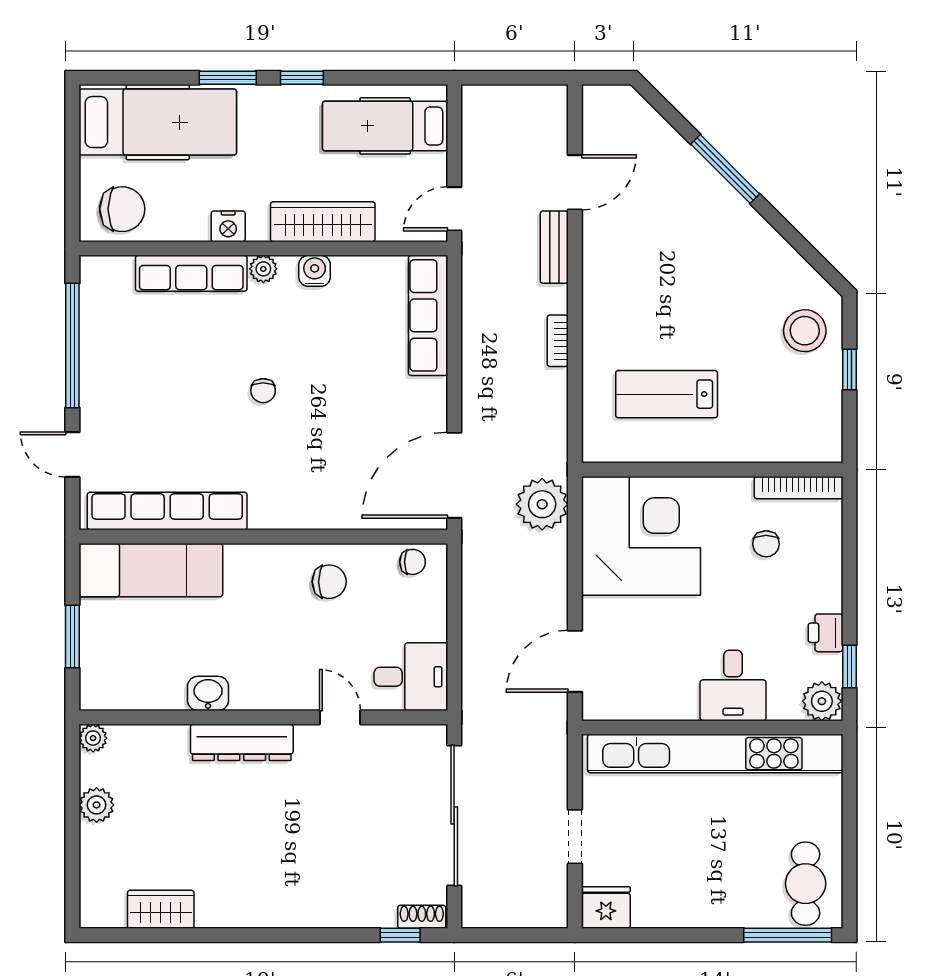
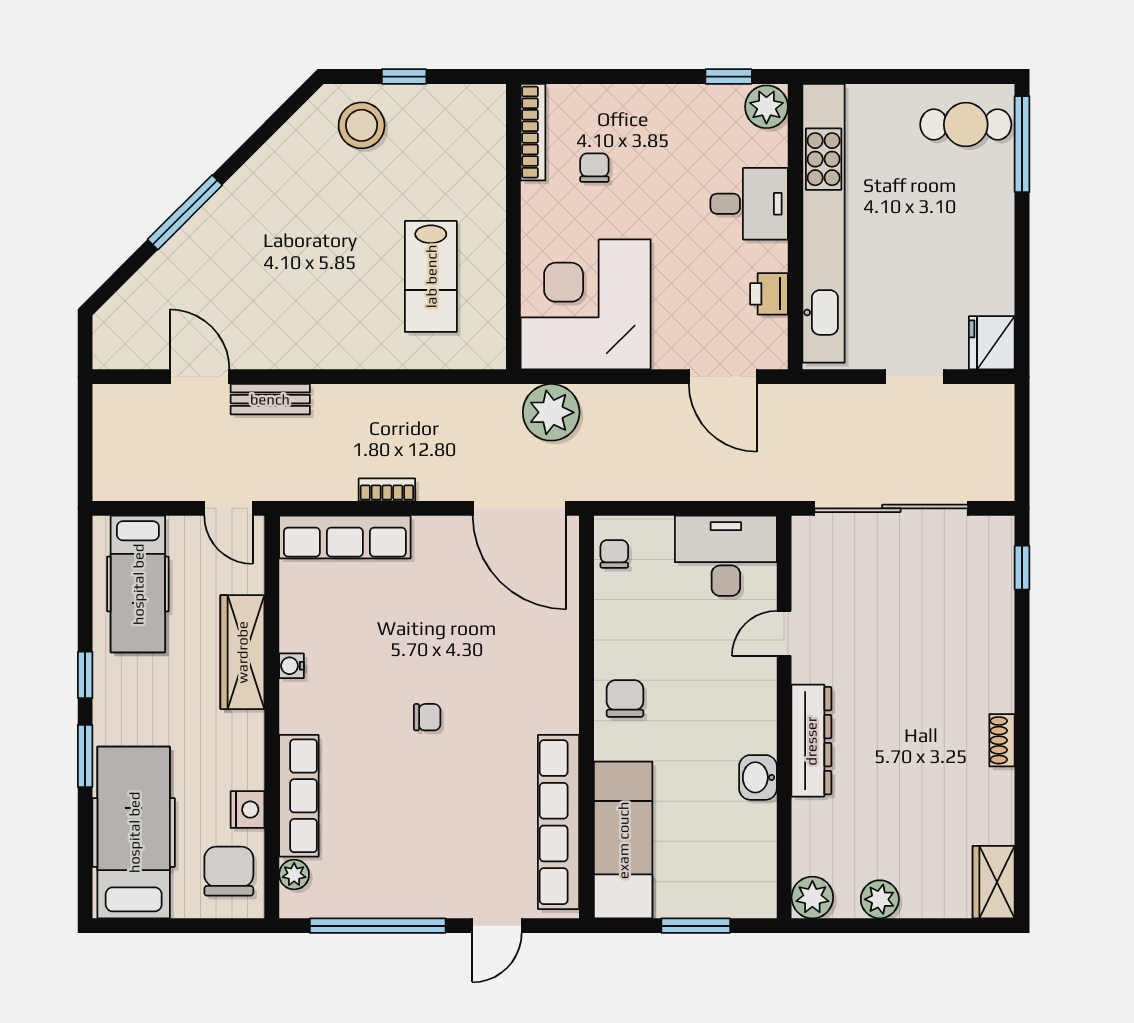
nightstand: (228, 226) -> (248, 810), moved
plant: (263, 269) -> (294, 874), moved
water cooler: (315, 271) -> (291, 666), width x0.72, depth x0.72
bookcase: (558, 341) -> (387, 490), moved, turned 180
chair: (766, 544) -> (594, 168), turned -90
chair: (329, 582) -> (625, 699), moved
printer: (826, 633) -> (769, 294), moved, turned 90
desk: (411, 677) -> (726, 556), width x1.37
plant: (93, 738) -> (812, 897), width x1.38, depth x1.38
wardrobe: (161, 909) -> (994, 882), moved
shoe rack: (422, 917) -> (1002, 740), moved

